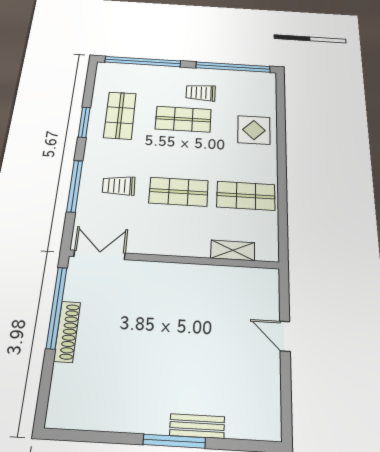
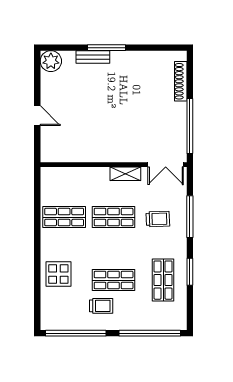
shelving: (233, 250) -> (125, 174), moved
shoe rack: (67, 331) -> (181, 81), moved
plant: (265, 423) -> (51, 61), added

